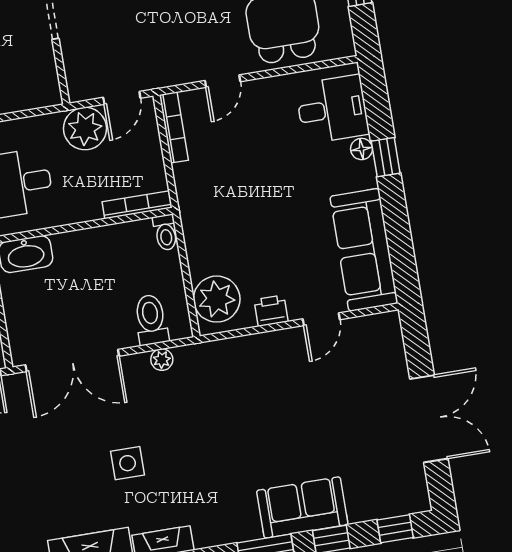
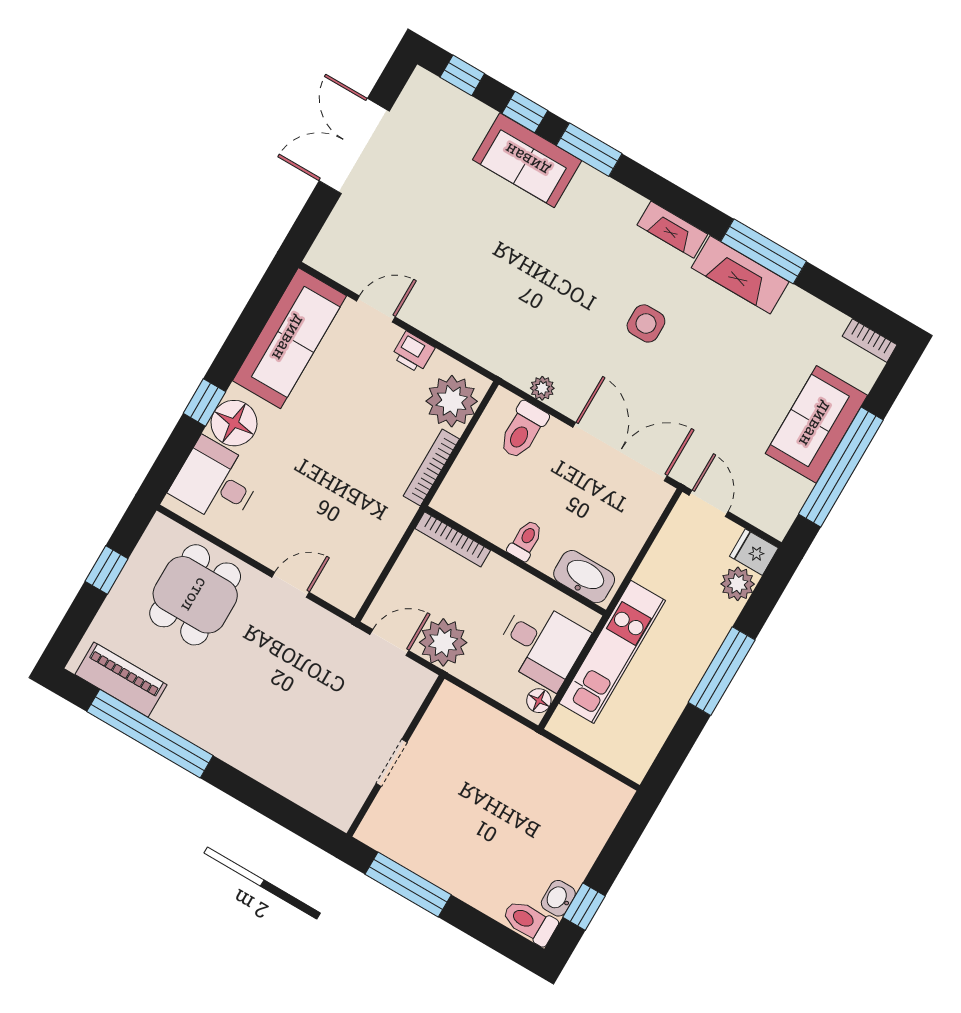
bookcase: (174, 127) -> (431, 467), moved
floor lamp: (362, 149) -> (234, 423), width x1.89, depth x1.89
toilet: (165, 232) -> (525, 540), moved

